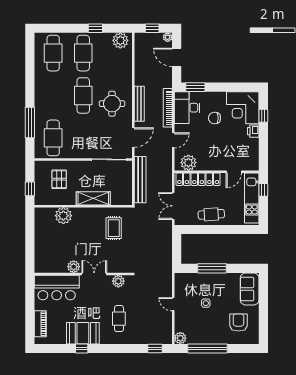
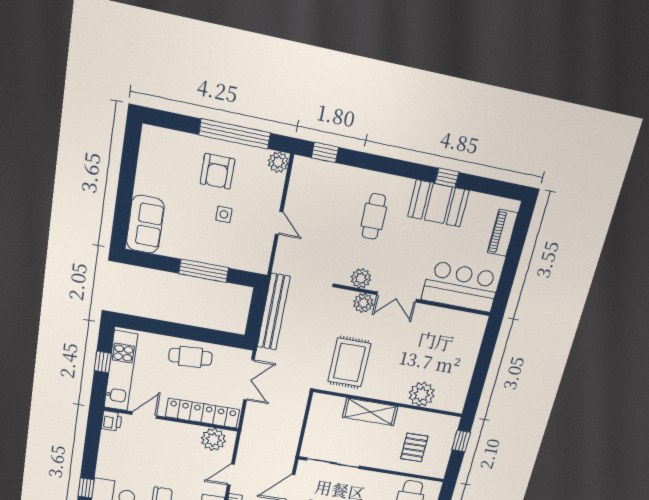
printer: (253, 131) -> (111, 421), moved
bench: (140, 180) -> (274, 312), moved
window: (263, 190) -> (103, 362), moved
rug: (114, 228) -> (349, 362), width x1.36, depth x1.43
plant: (74, 267) -> (363, 303), moved
armchair: (238, 323) -> (217, 171), moved

